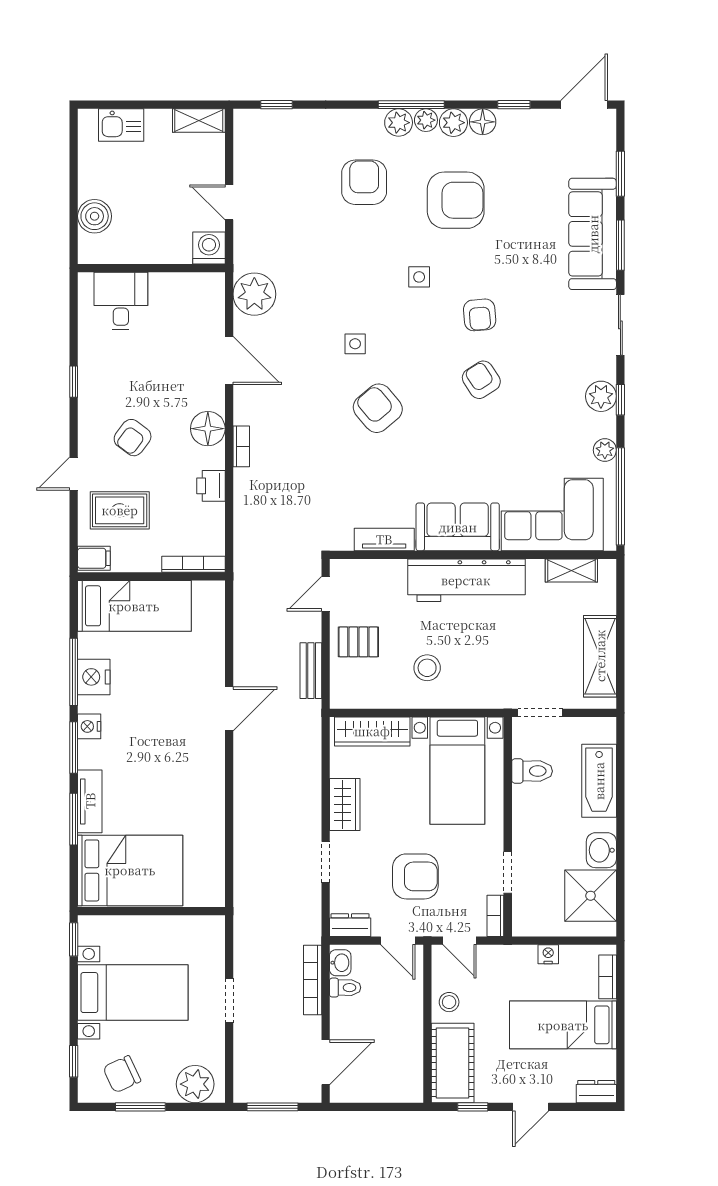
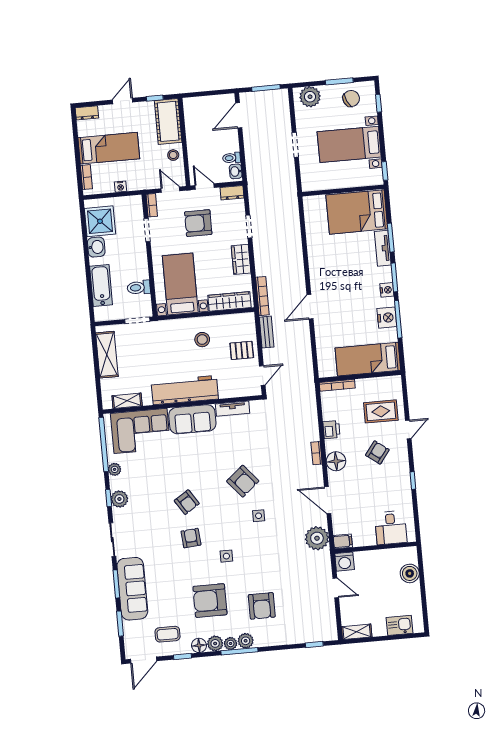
coffee table: (537, 147) -> (168, 634), added
filing cabinet: (94, 558) -> (343, 541), moved, turned 180
bookcase: (313, 980) -> (262, 296), moved

